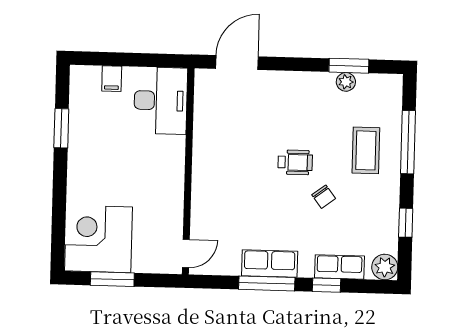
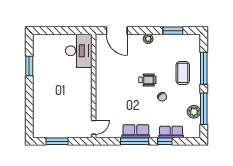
door: (237, 63) -> (117, 31), swing flipped
filing cabinet: (112, 79) -> (54, 40), removed
plant: (346, 82) -> (148, 39), moved
window: (406, 223) -> (204, 109), width x2.17
corner desk: (98, 239) -> (49, 121), removed
plant: (385, 267) -> (194, 112), moved

